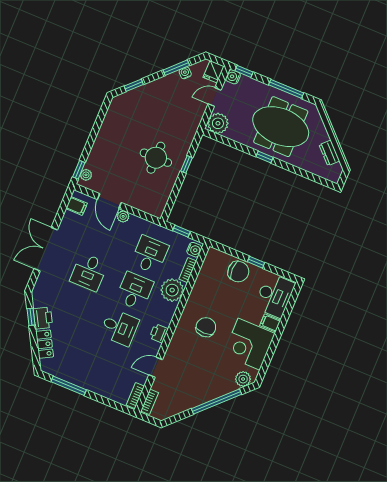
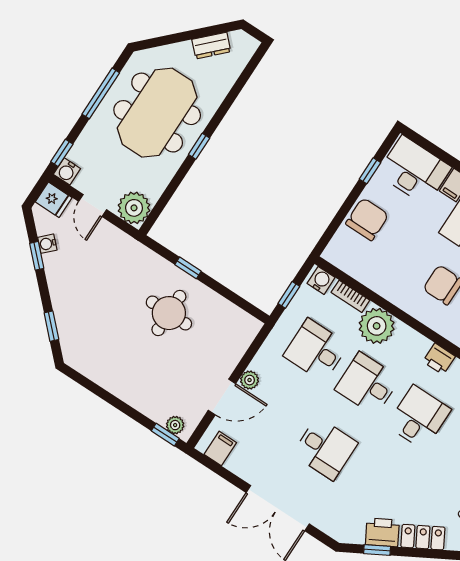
window: (176, 68) -> (37, 256), width x0.67
window: (256, 262) -> (370, 171), moved

